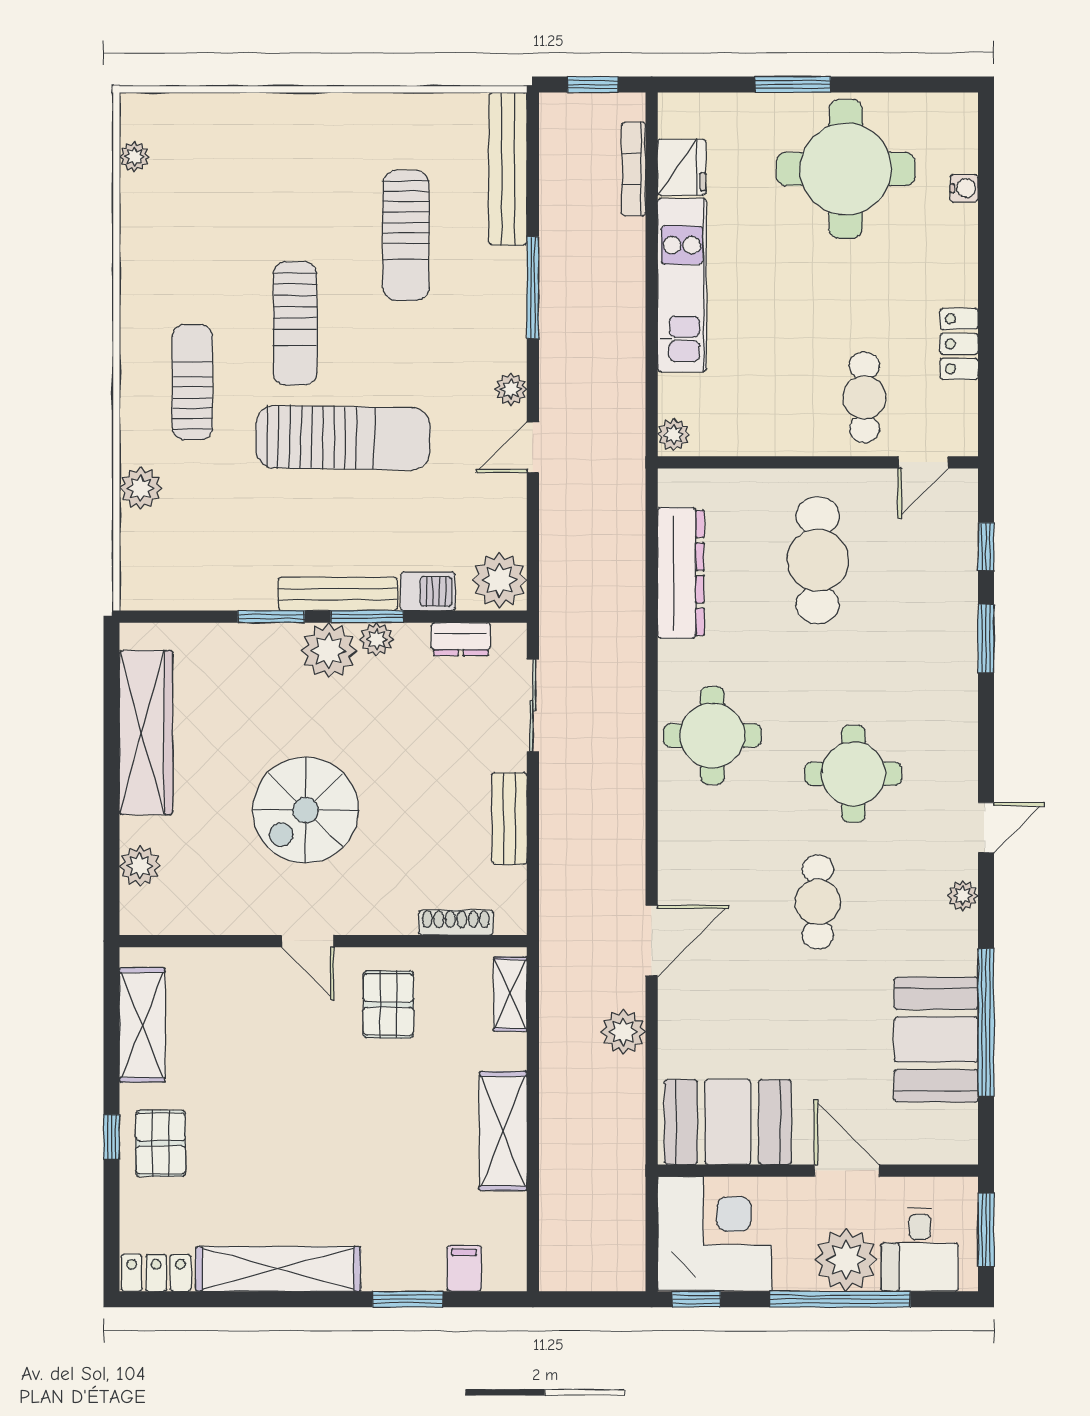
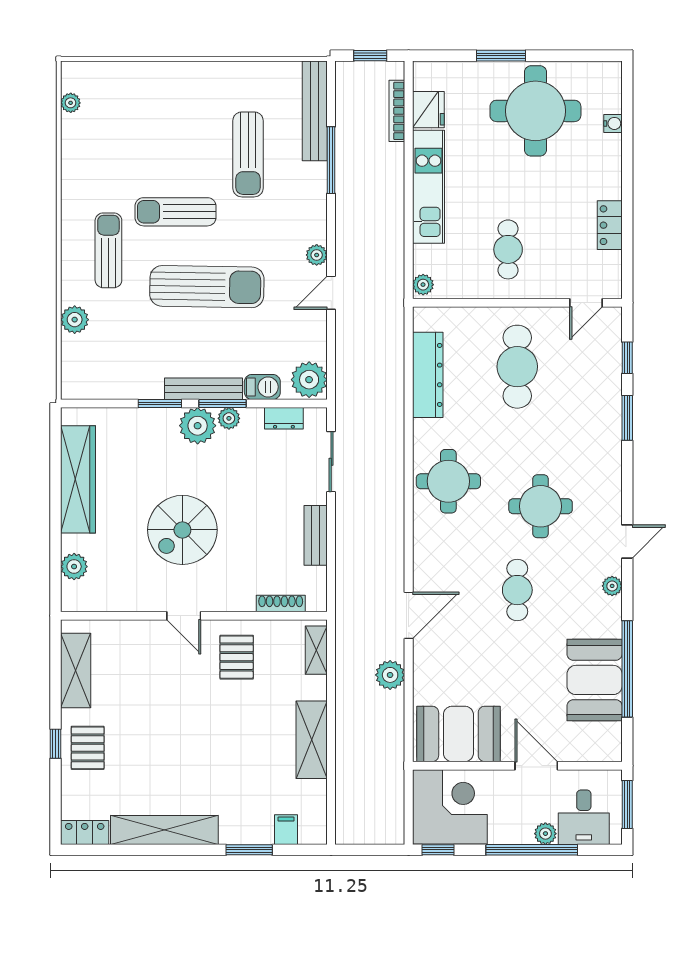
window: (533, 288) -> (331, 160), moved
sun lounger: (295, 323) -> (175, 212), turned 90
cafe table: (864, 397) -> (508, 249), moved
plant: (846, 1260) -> (545, 834), width x0.53, depth x0.53

